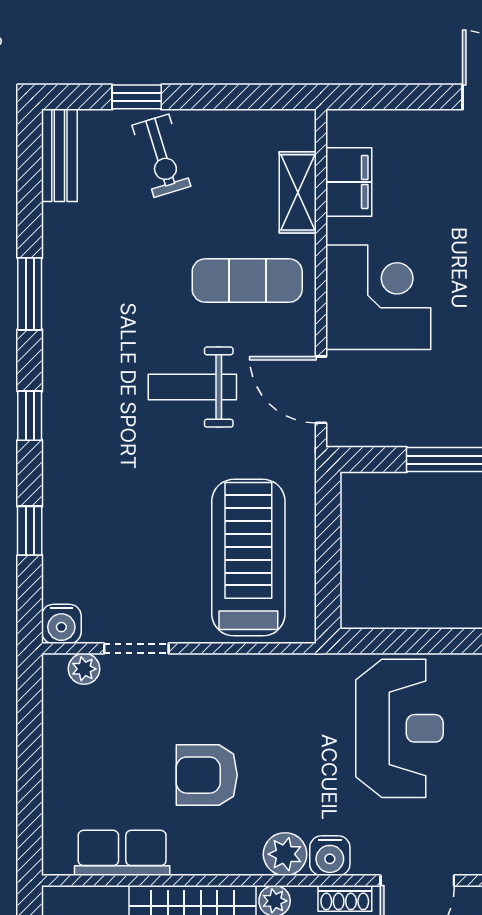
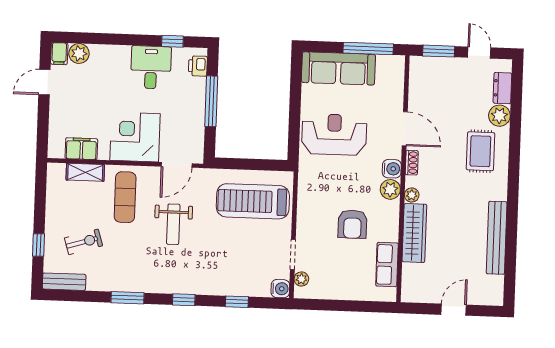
exercise bike: (161, 156) -> (83, 242), moved

